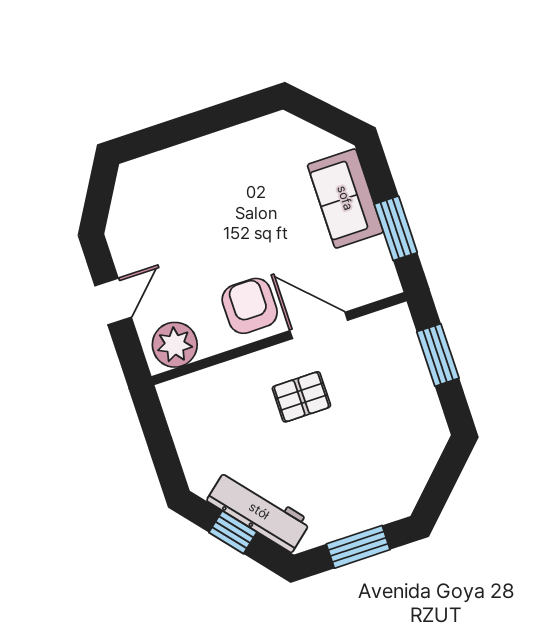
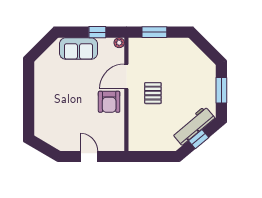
window: (396, 228) -> (97, 32), width x0.67
armchair: (250, 306) -> (109, 102), turned -90
plant: (175, 345) -> (119, 43), moved, width x0.53, depth x0.53

